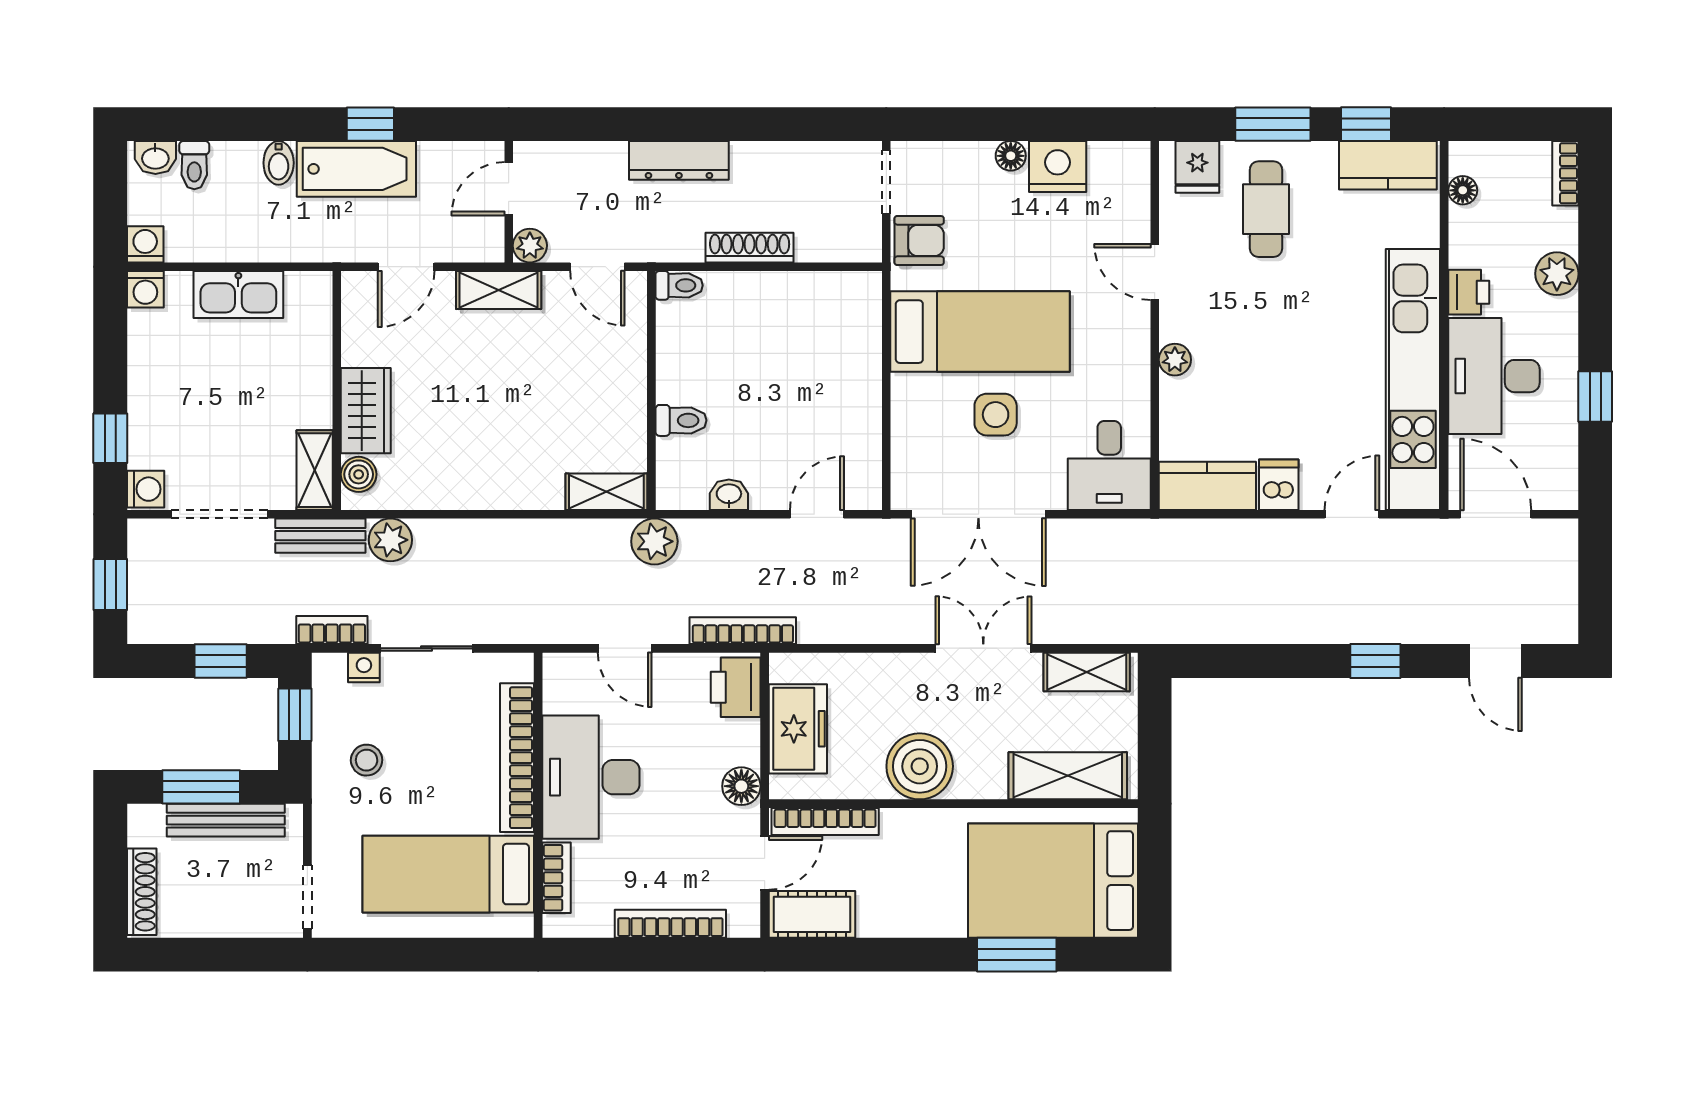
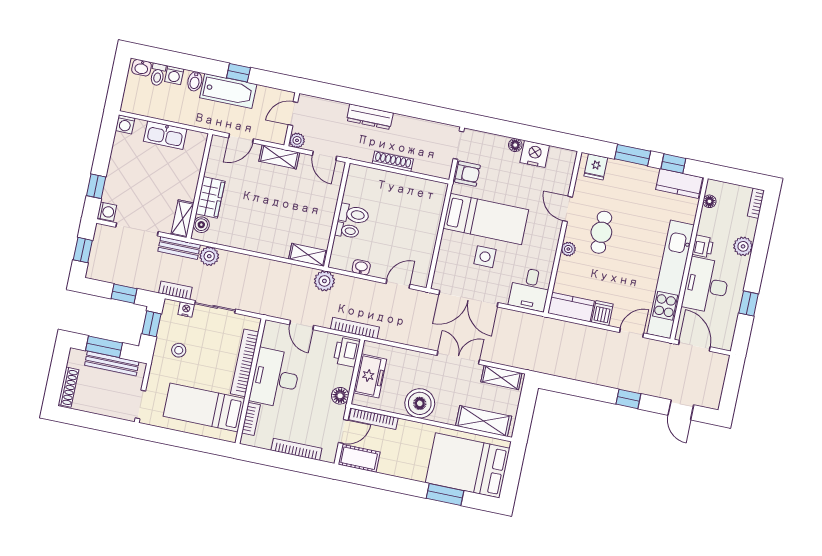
cafe table: (1266, 209) -> (601, 232), moved
washing machine: (145, 244) -> (174, 75), moved, turned 180
toilet: (679, 285) -> (354, 214), moved, width x1.37, depth x1.39

